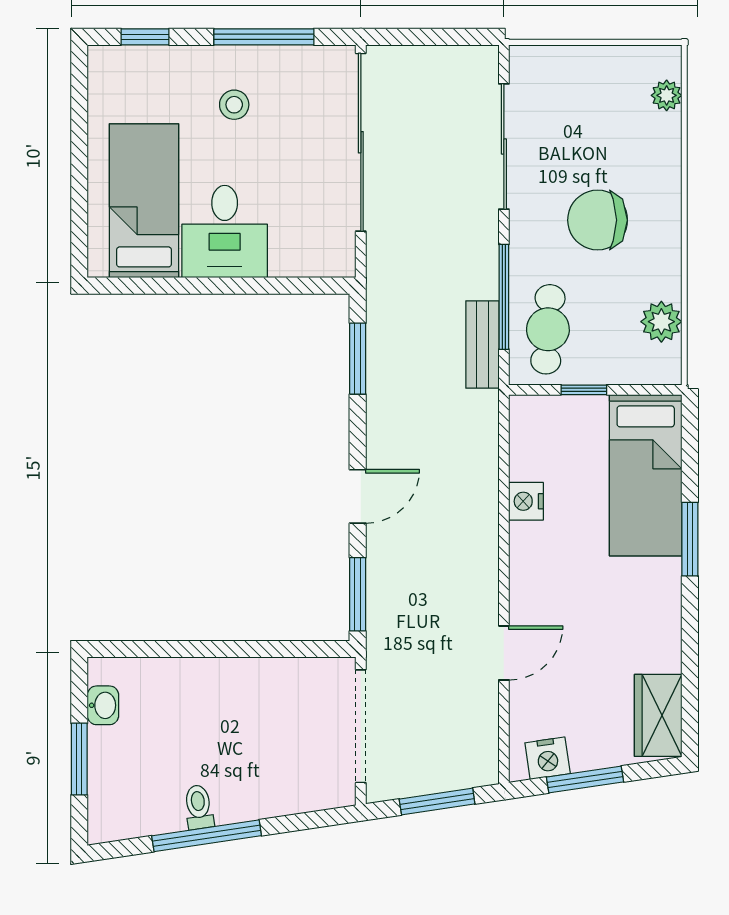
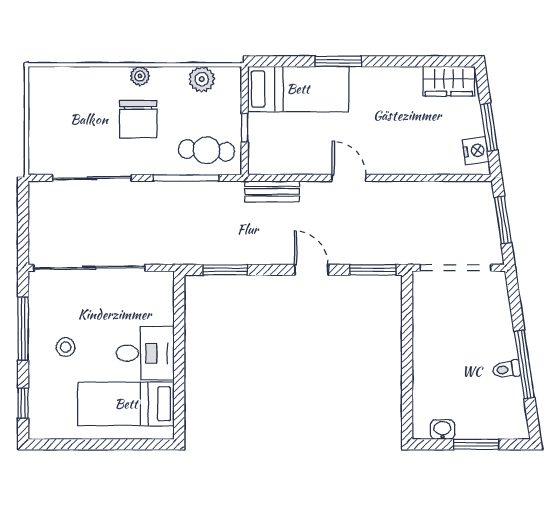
plant: (667, 95) -> (140, 76), moved
bench: (482, 345) -> (272, 191), moved
nightstand: (526, 501) -> (314, 164), removed
door: (504, 653) -> (349, 178), moved

